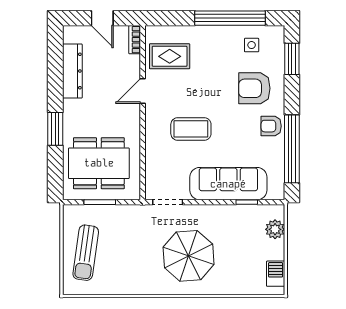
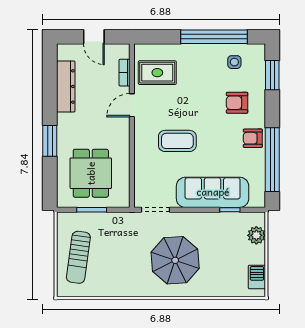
bookcase: (135, 40) -> (124, 73), moved
armchair: (254, 88) -> (237, 103), width x0.72, depth x0.72
dining table: (99, 163) -> (91, 173), width x0.73

